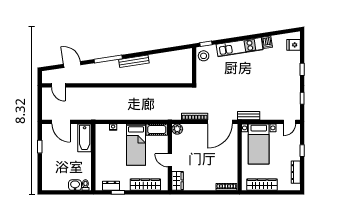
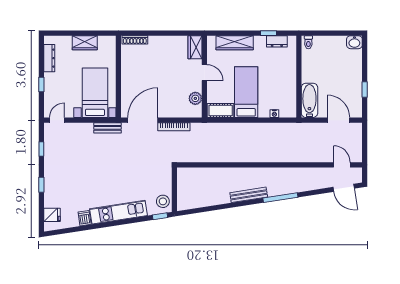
door: (72, 64) -> (344, 188), moved
plant: (177, 129) -> (195, 98), moved
washbasin: (75, 185) -> (354, 42), moved
wardrobe: (262, 185) -> (85, 43), width x0.67

